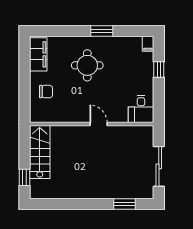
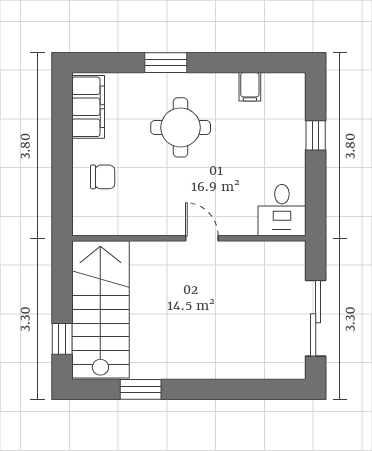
window: (102, 31) -> (166, 63), moved
filing cabinet: (148, 44) -> (250, 87), moved
stairs: (40, 152) -> (100, 309), width x1.36, depth x1.51
window: (124, 204) -> (141, 389), moved

